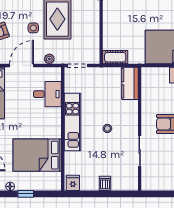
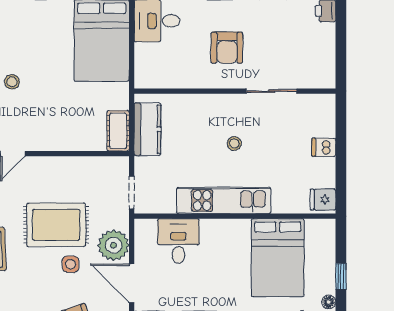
plant: (49, 59) -> (114, 245), width x1.88, depth x1.88
kitchen counter: (130, 83) -> (147, 129), moved, turned -90

